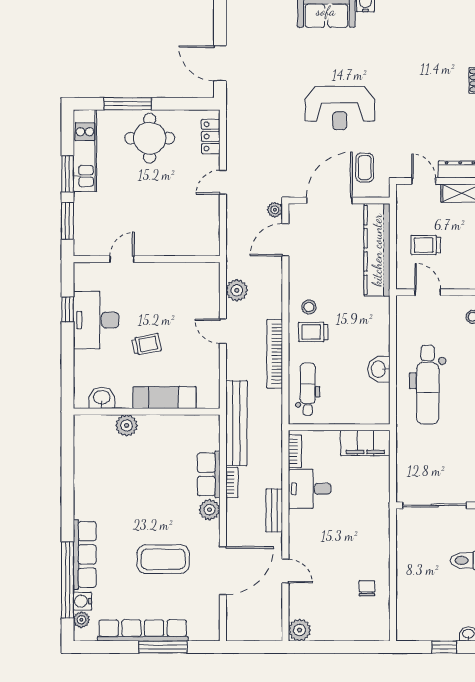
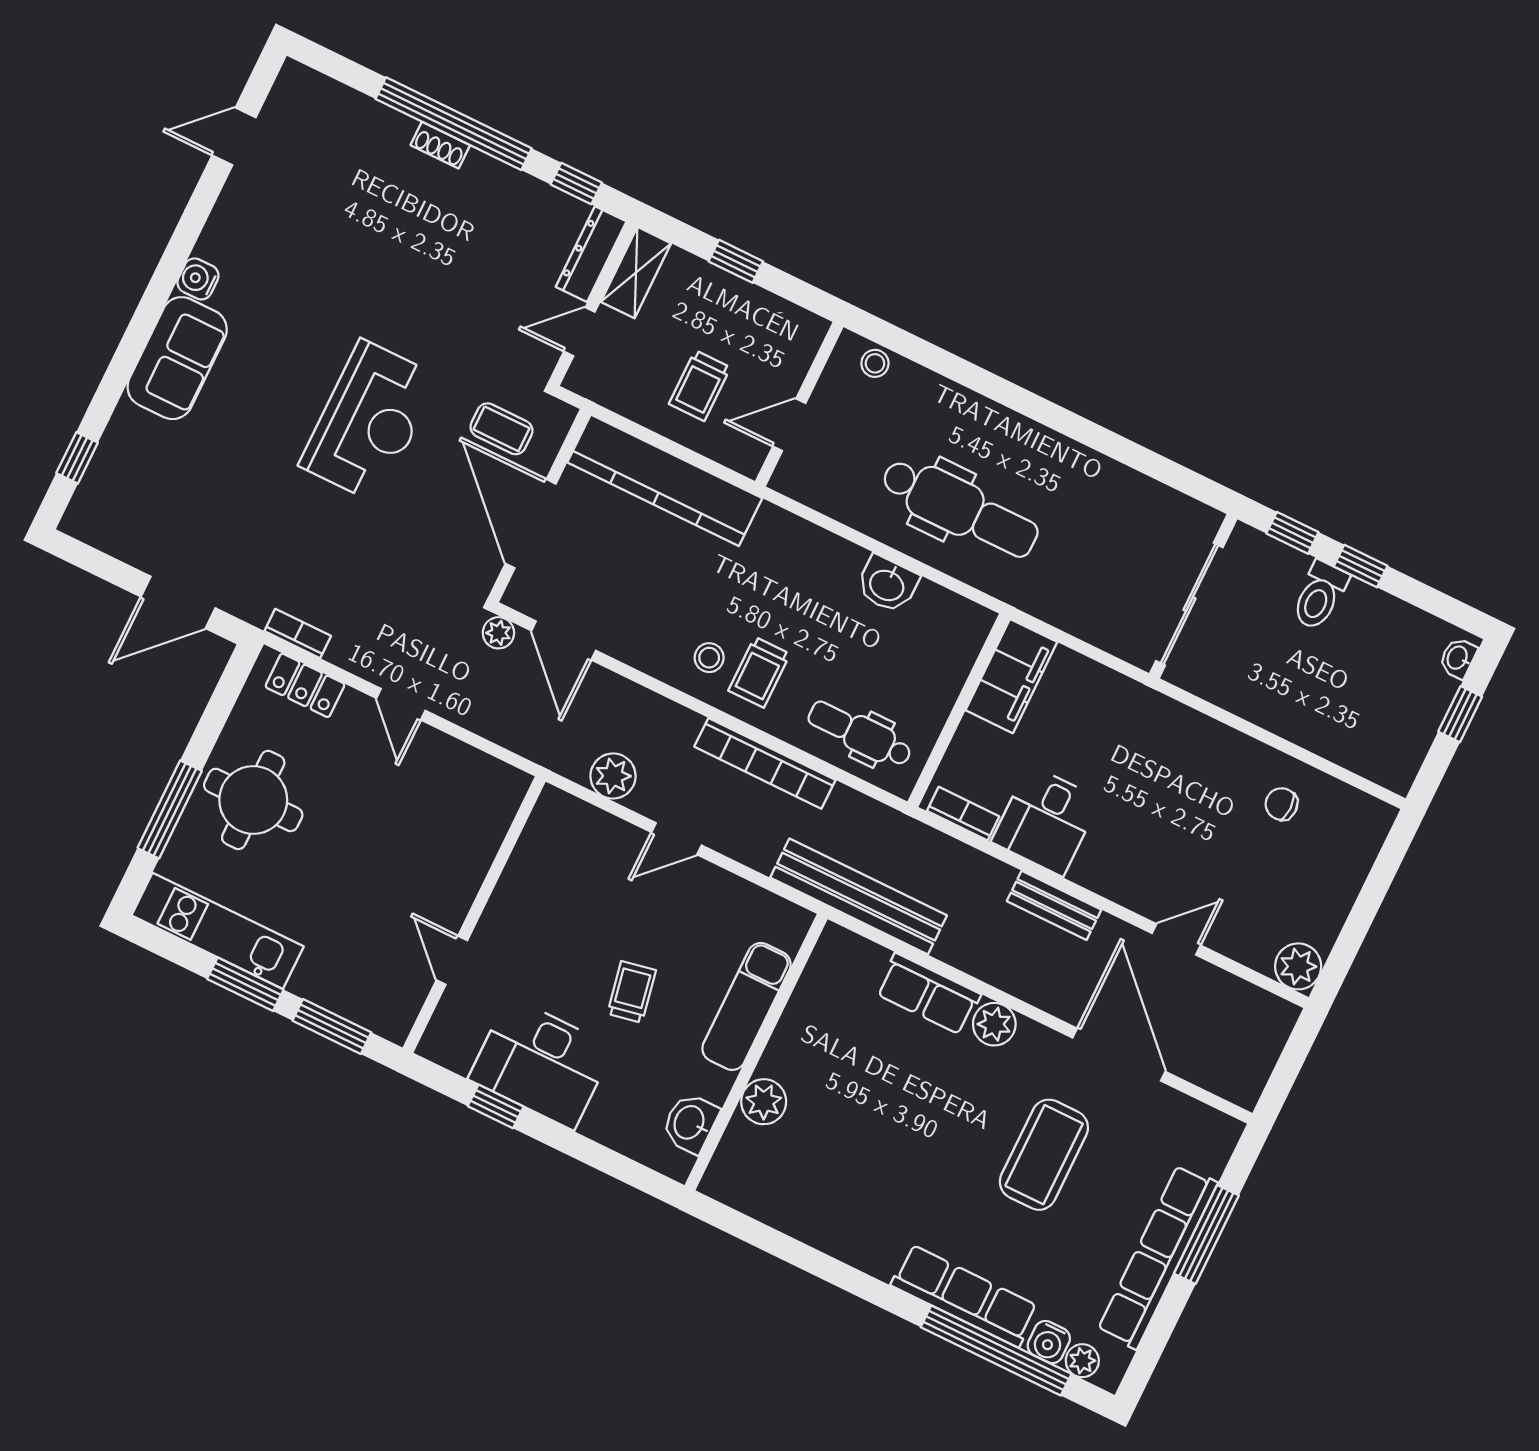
bookcase: (232, 483) -> (298, 633), moved

